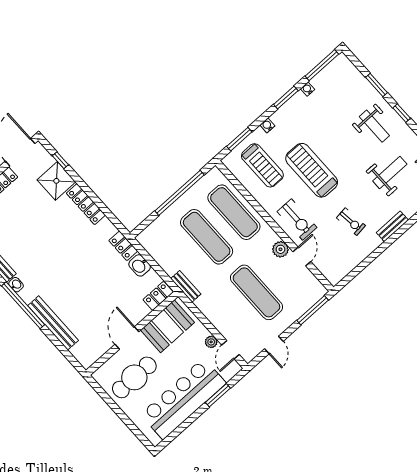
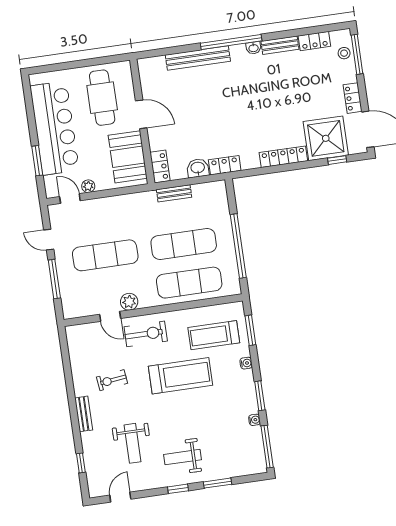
shower: (56, 181) -> (326, 138), width x1.37, depth x1.37
exercise bike: (297, 219) -> (146, 334), turned 180
bench: (186, 286) -> (174, 193), moved
window: (313, 310) -> (54, 279), moved

